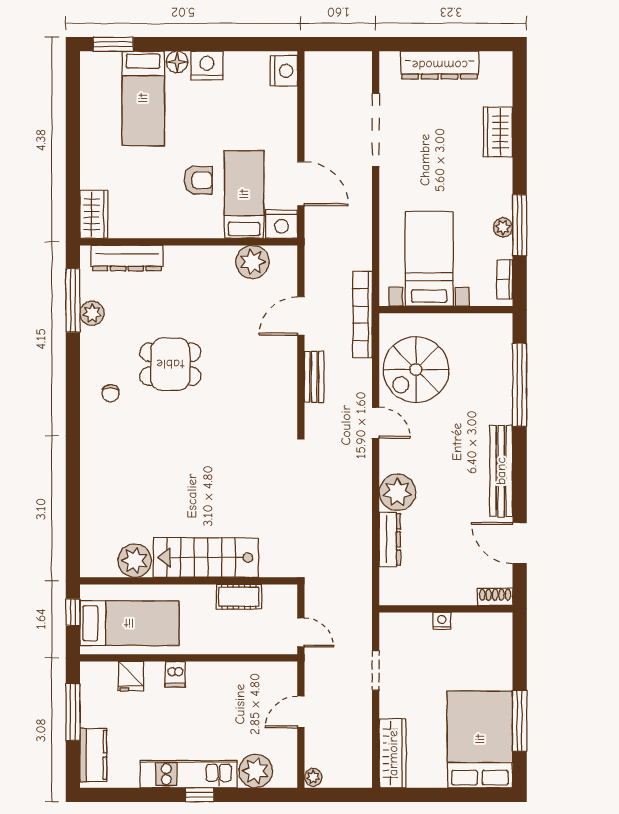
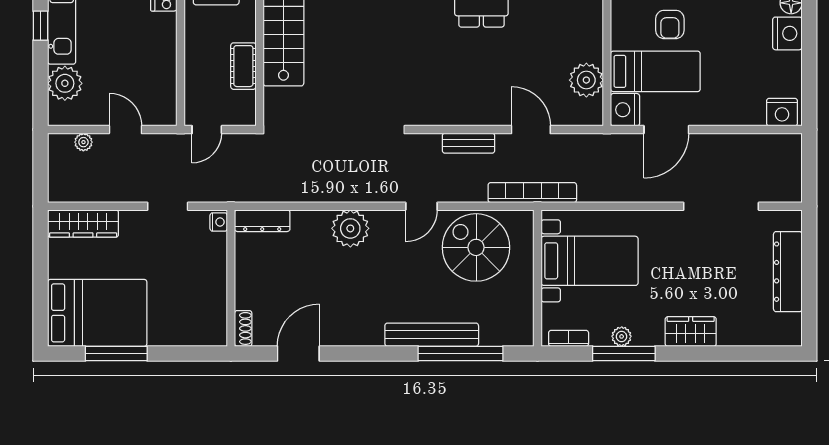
wardrobe: (498, 132) -> (691, 332), moved
bench: (501, 471) -> (432, 335), moved
dresser: (390, 539) -> (262, 221), moved
nightstand: (442, 621) -> (219, 222), moved
plant: (313, 777) -> (83, 142), moved

